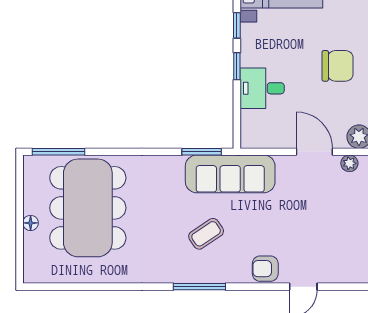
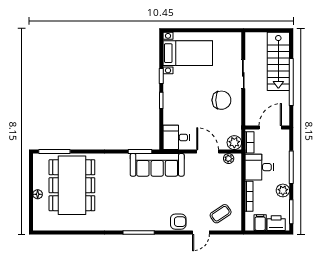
desk: (262, 88) -> (176, 137), moved
coffee table: (206, 234) -> (221, 214), moved
armchair: (265, 269) -> (178, 222), turned 180

